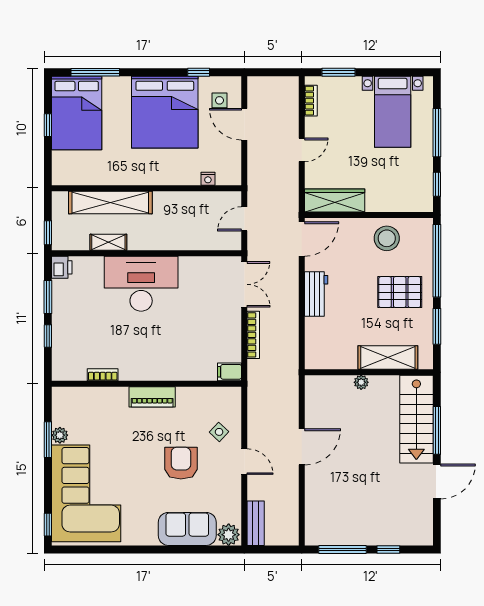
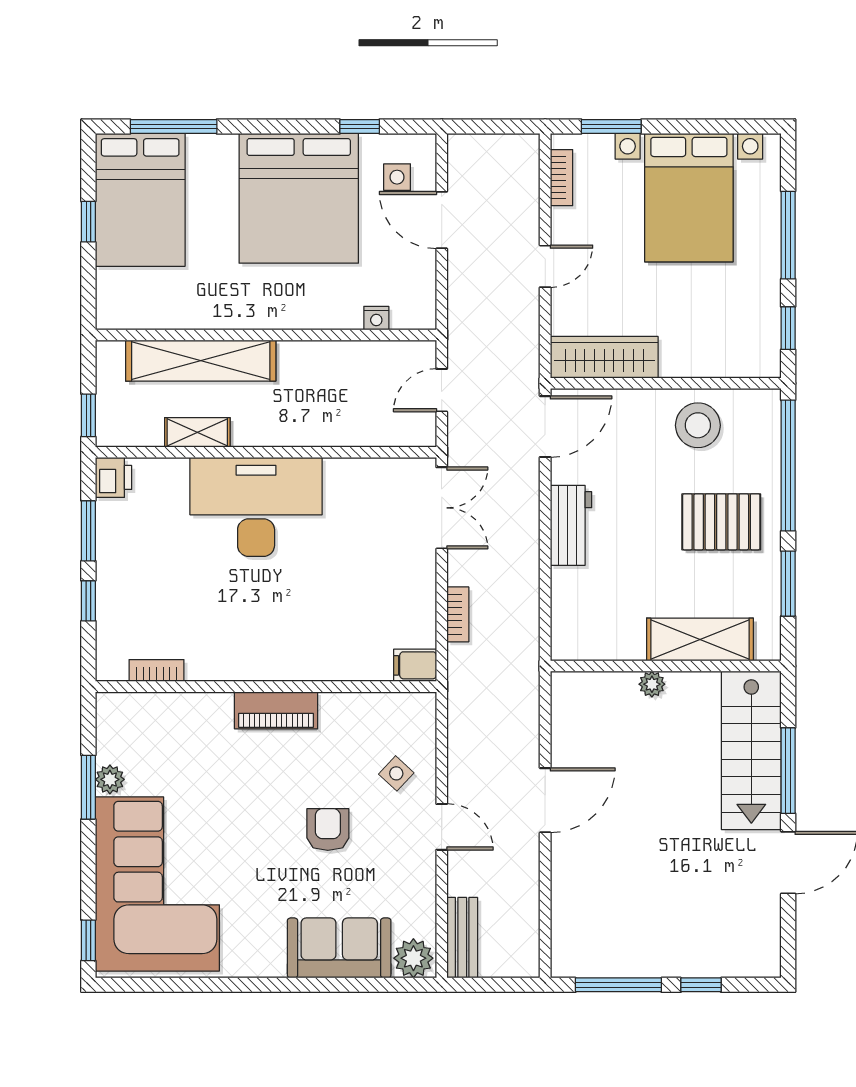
bed with nightstands: (393, 112) -> (689, 198), width x1.36
bookcase: (253, 335) -> (458, 614), width x0.64
bookcase: (103, 375) -> (157, 670), moved
armchair: (181, 463) -> (328, 829), width x0.72, depth x0.72

